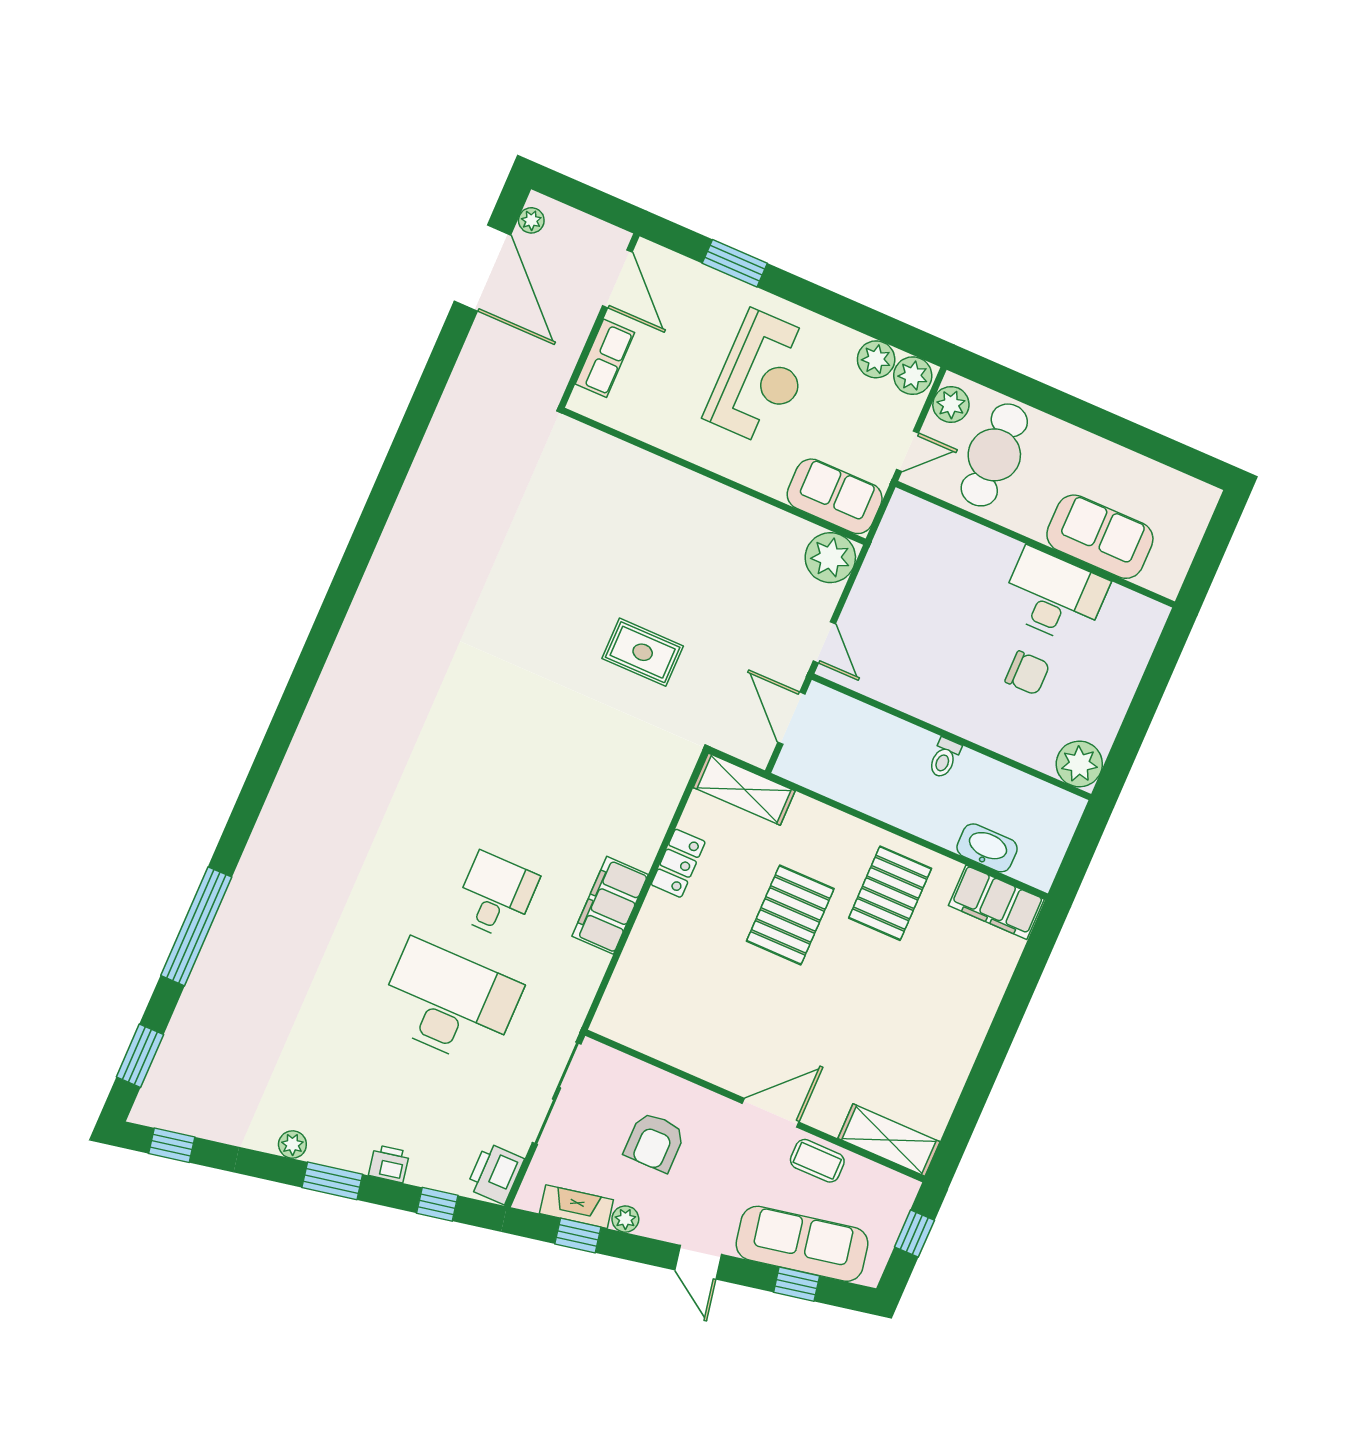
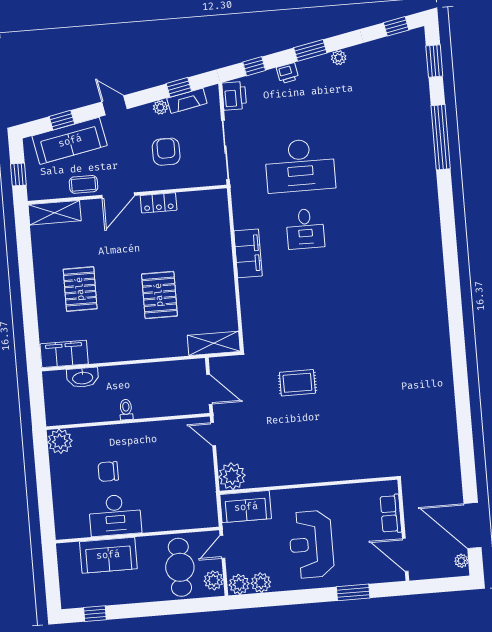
window: (1173, 454) -> (95, 614), added
locker: (678, 863) -> (159, 203), moved, turned -90
pallet: (890, 893) -> (80, 289), moved

